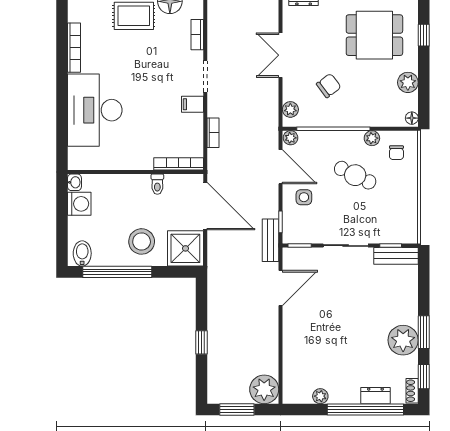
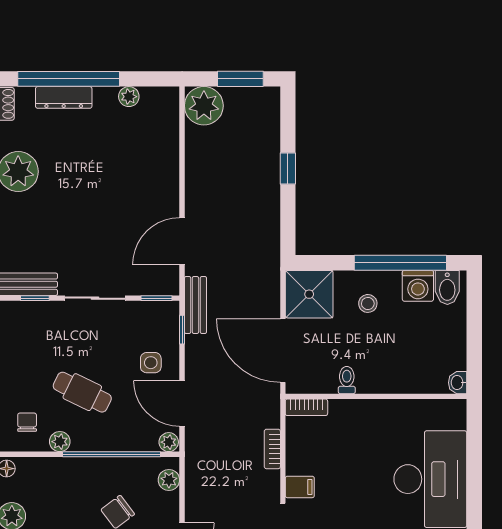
bookcase: (179, 164) -> (306, 407), width x0.64
washing machine: (79, 204) -> (418, 286), moved, turned -90
stool: (142, 241) -> (368, 303), width x0.53, depth x0.53
dresser: (375, 396) -> (64, 97), width x1.44

